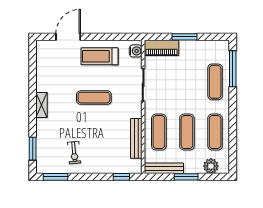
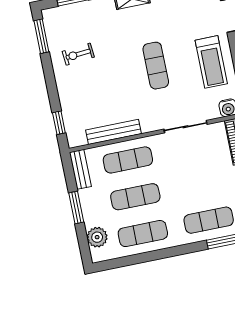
treadmill: (100, 56) -> (211, 62), turned 180
bench: (164, 168) -> (80, 169), width x0.73

